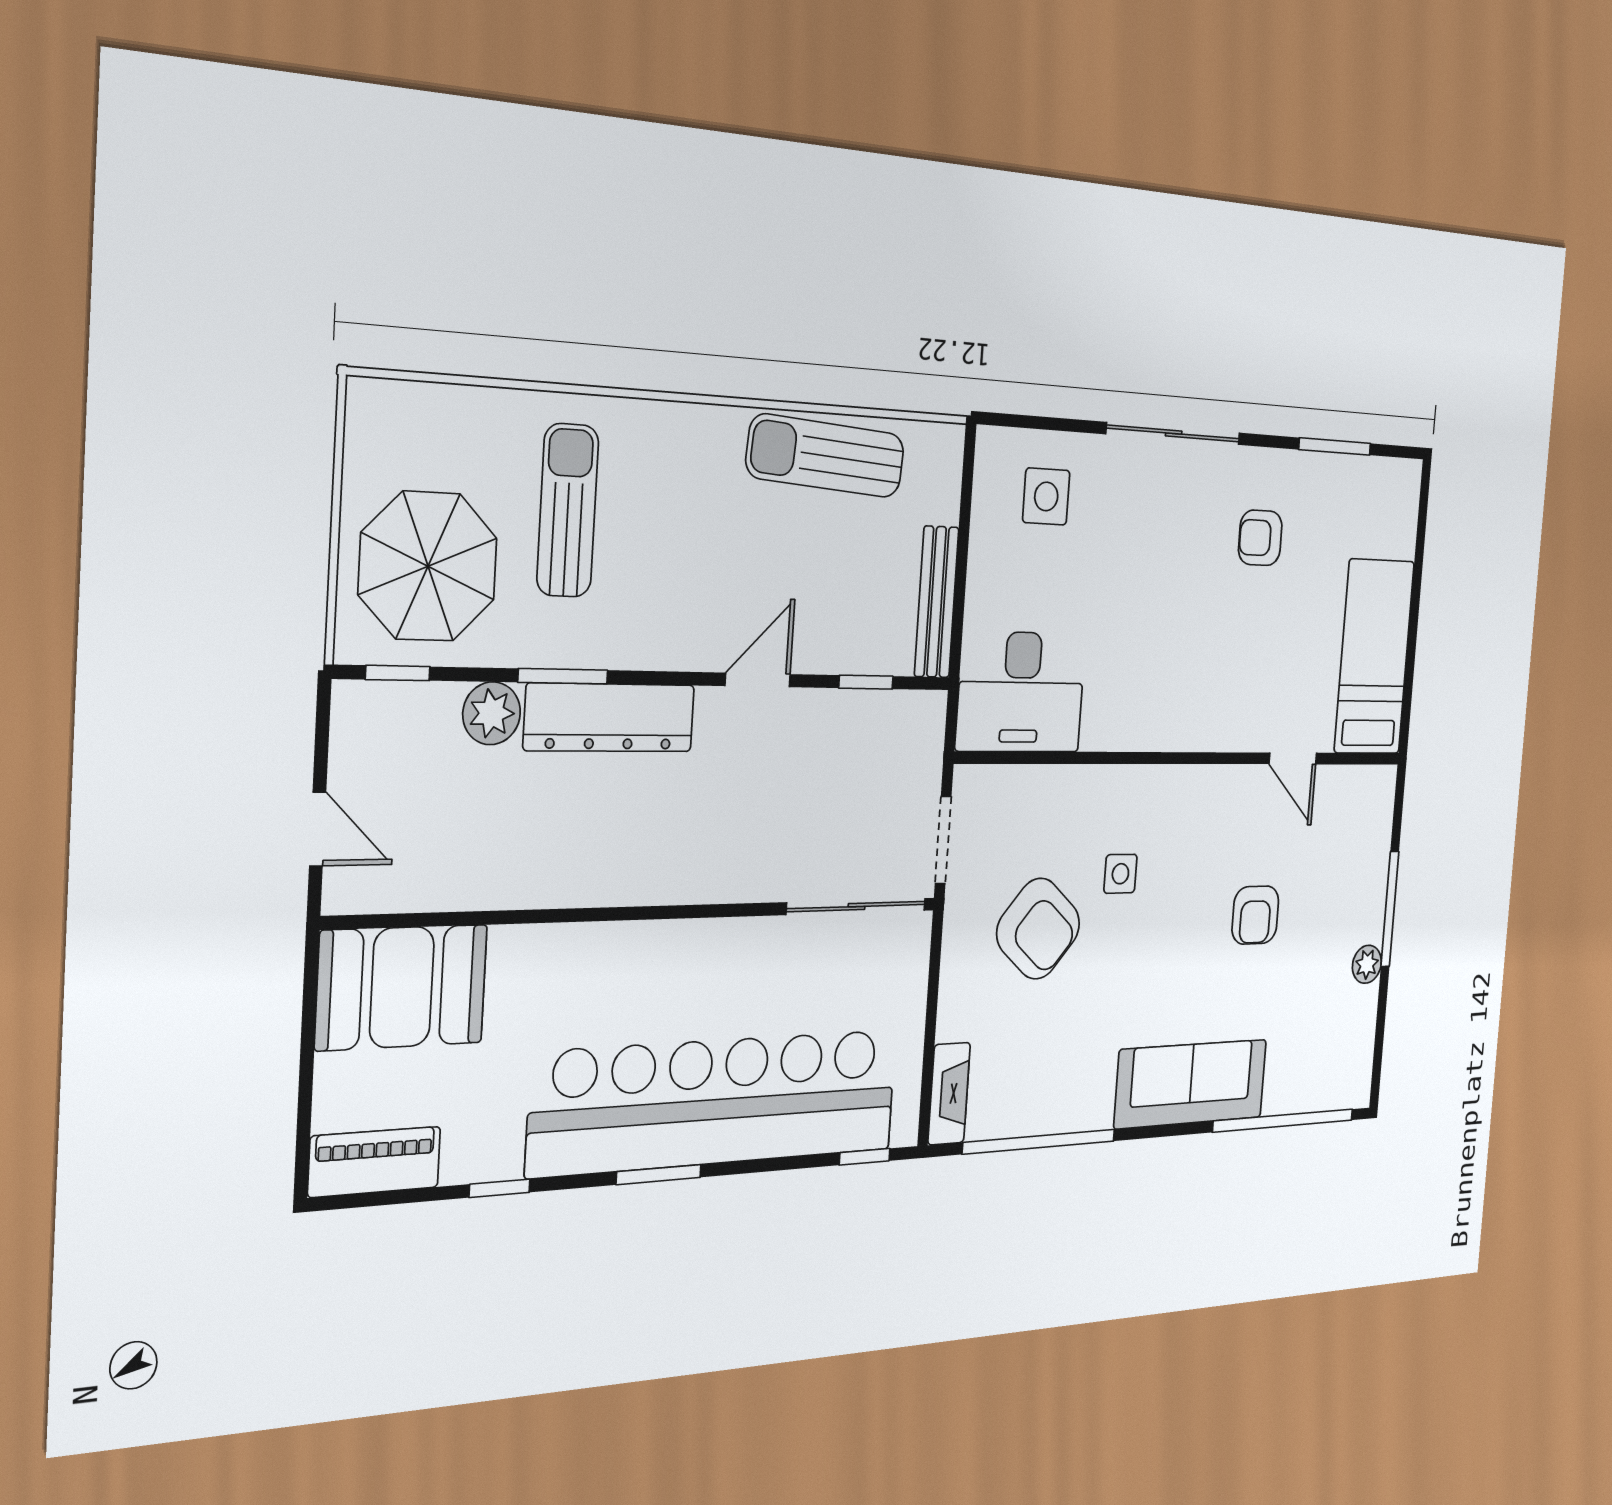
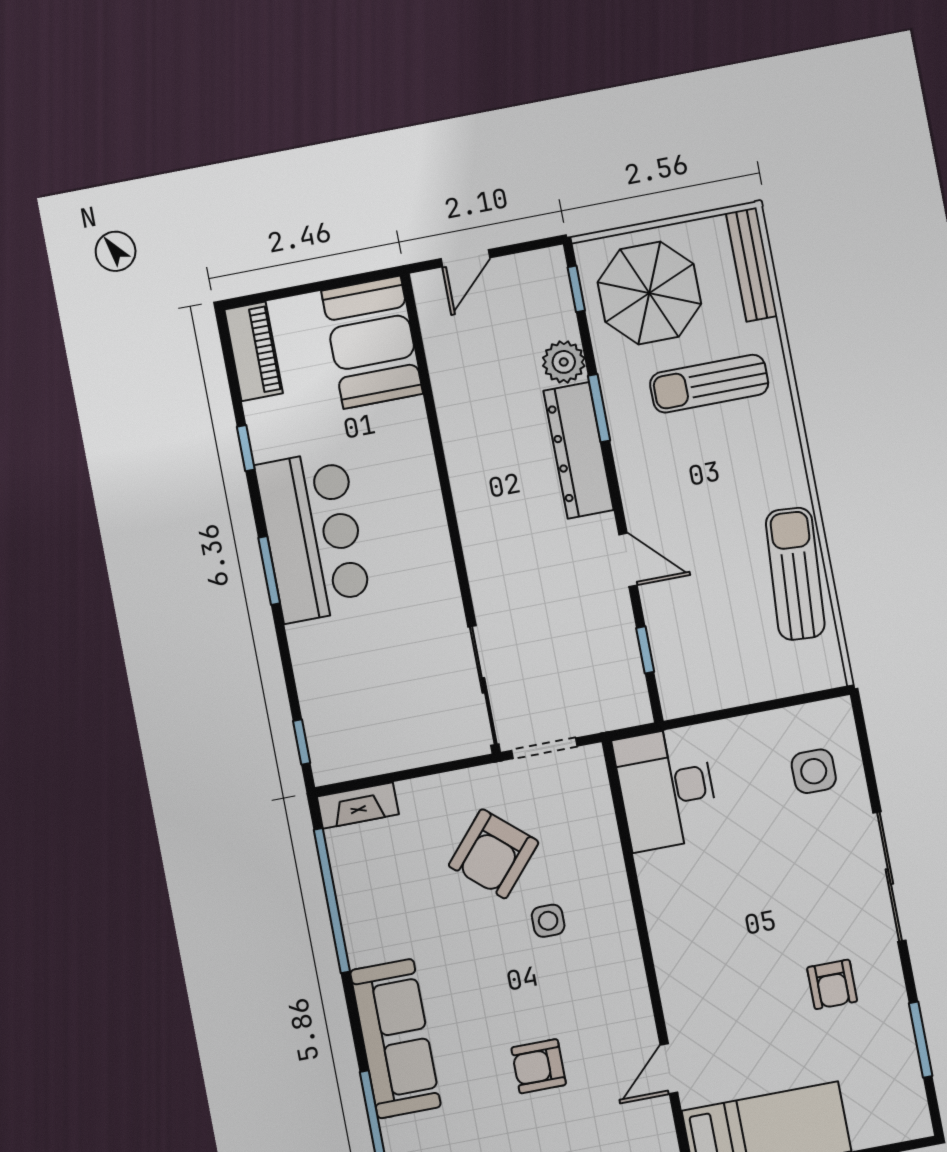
sun lounger: (568, 510) -> (709, 384), turned 180
armchair: (1260, 538) -> (832, 984), turned 180
bench: (937, 602) -> (752, 265), moved, turned 90
bar counter: (717, 1102) -> (313, 536), width x0.54

